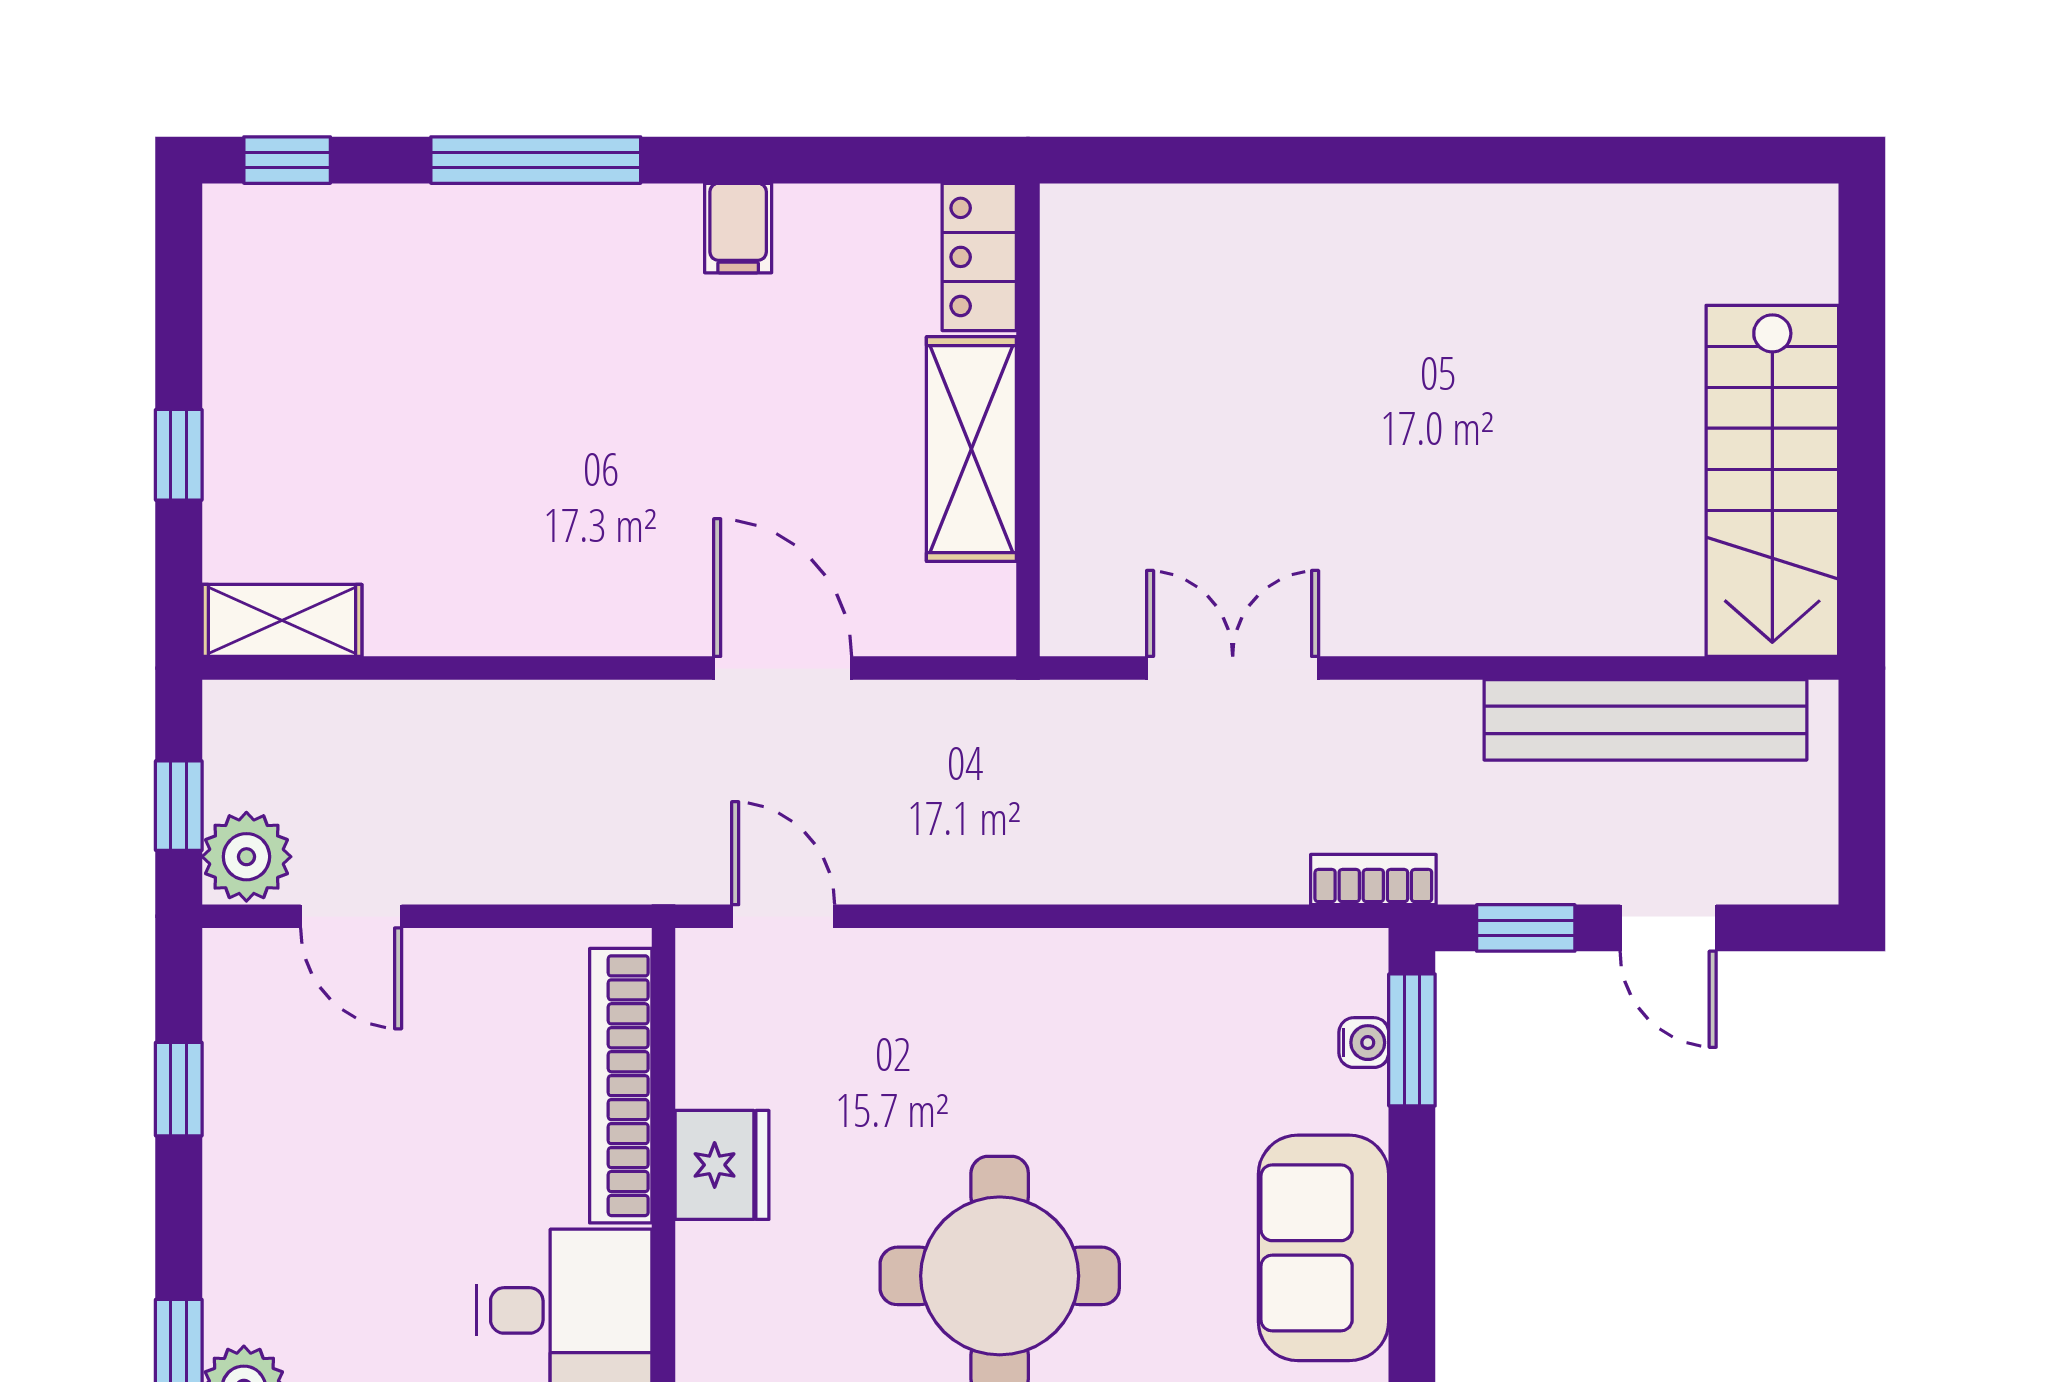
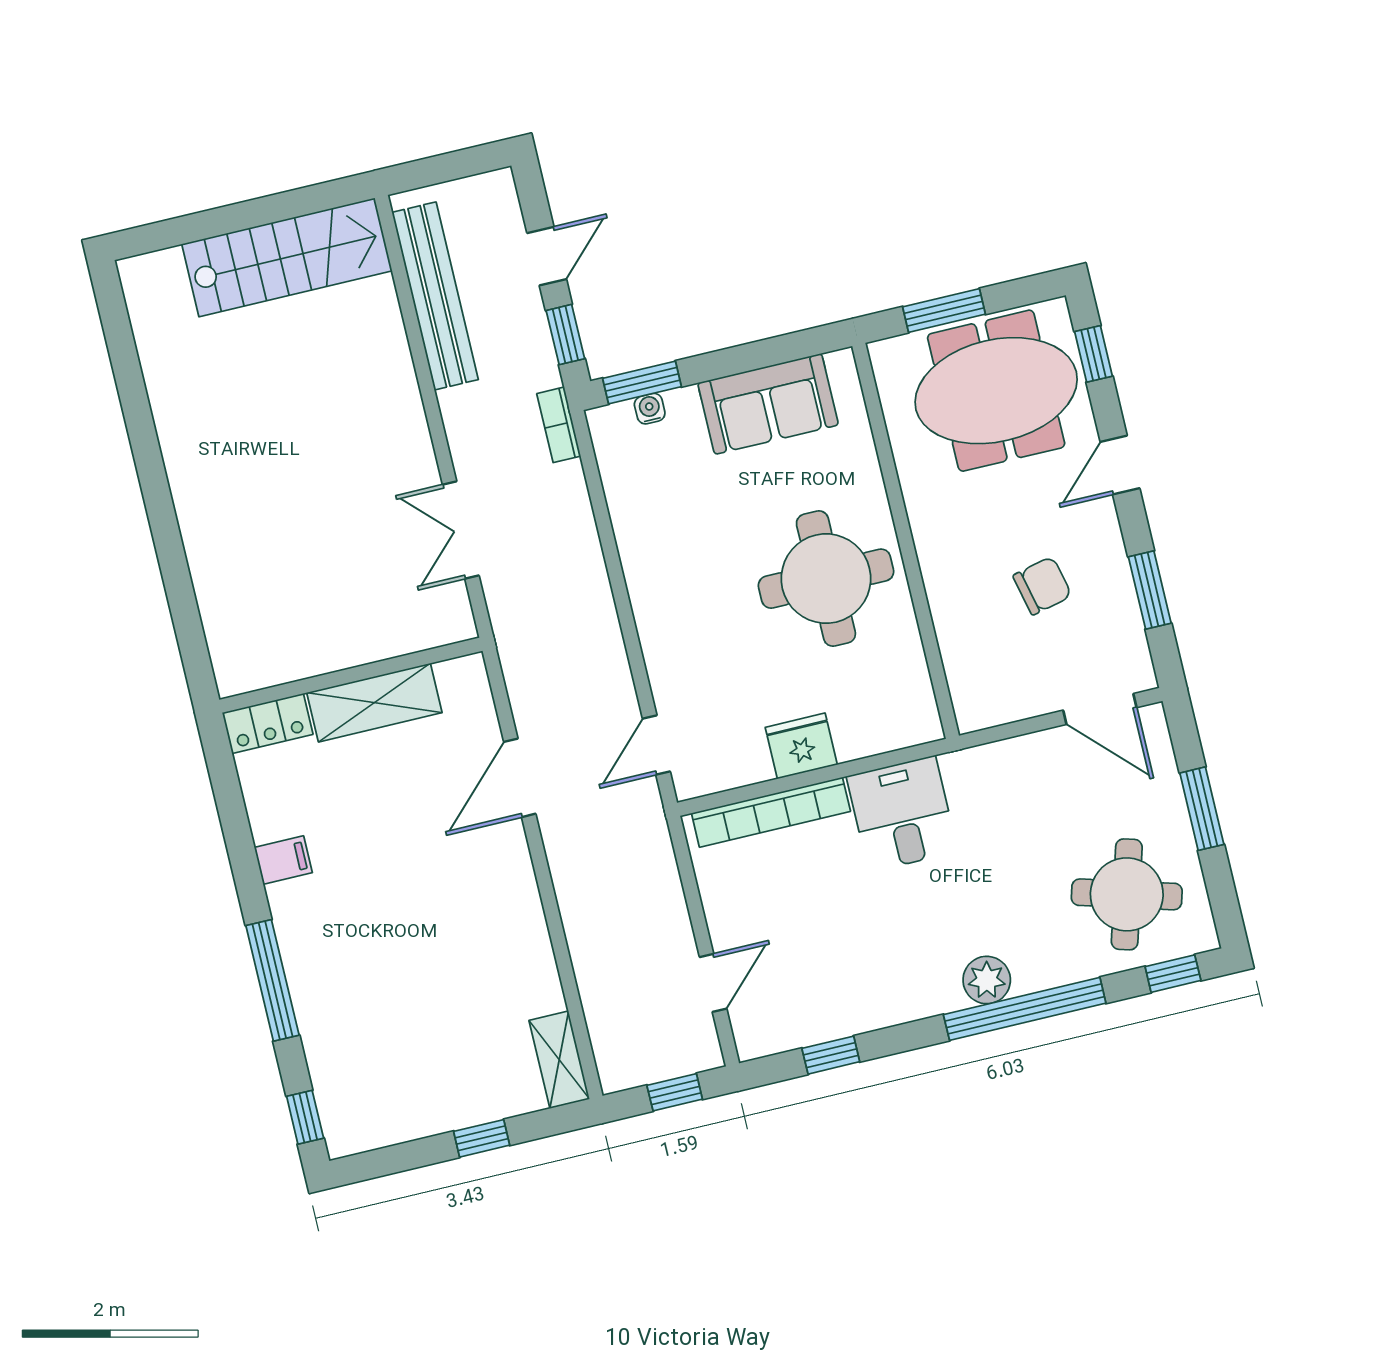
plant: (246, 857) -> (694, 1048), removed

